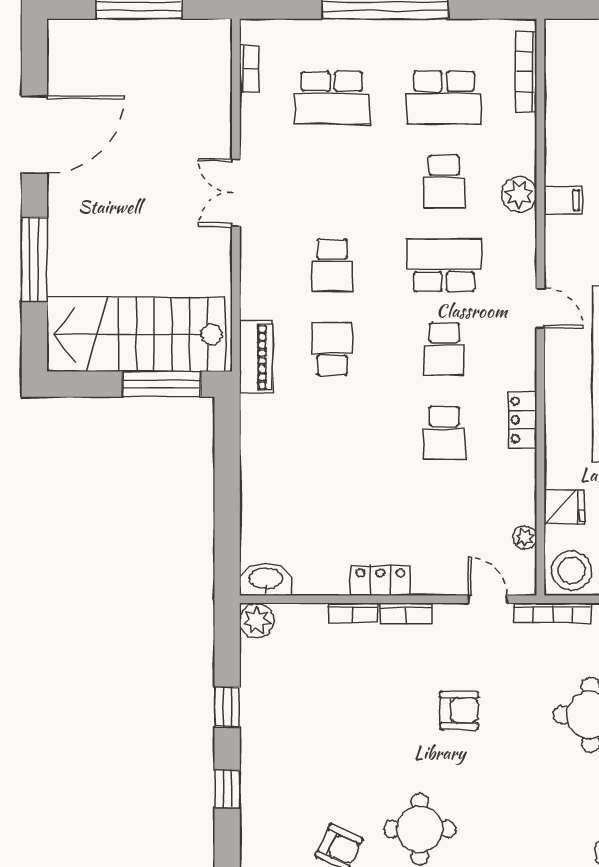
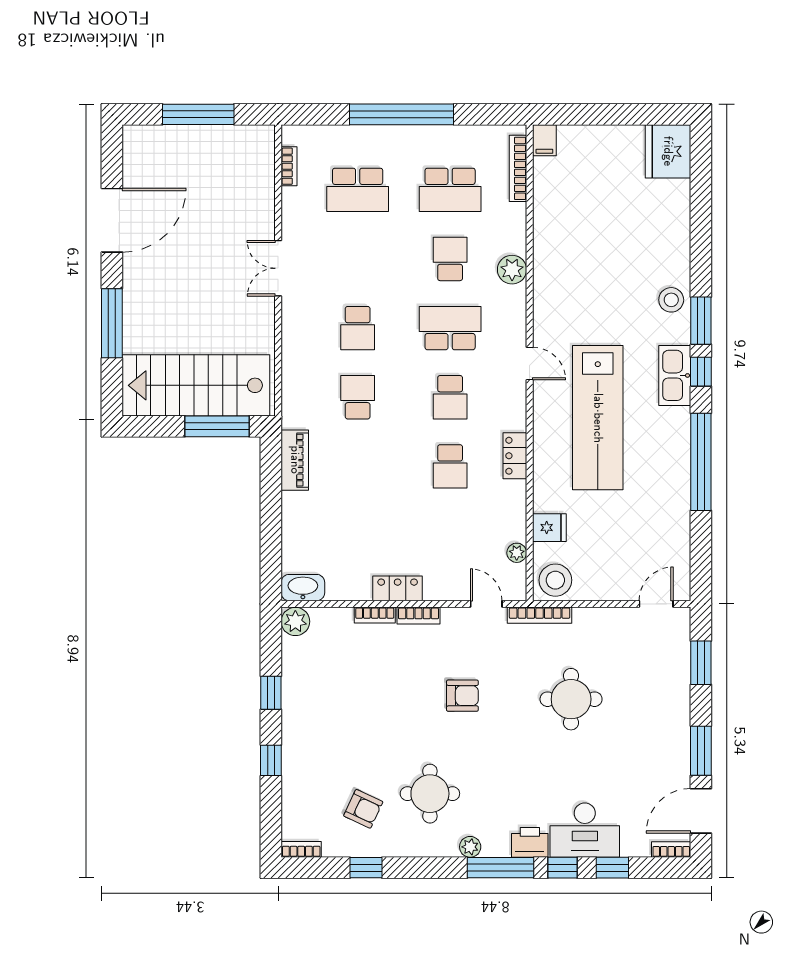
school desk: (444, 181) -> (450, 259), turned 180
filing cabinet: (563, 200) -> (544, 140), moved, turned 90
piano: (256, 357) -> (295, 460), moved

